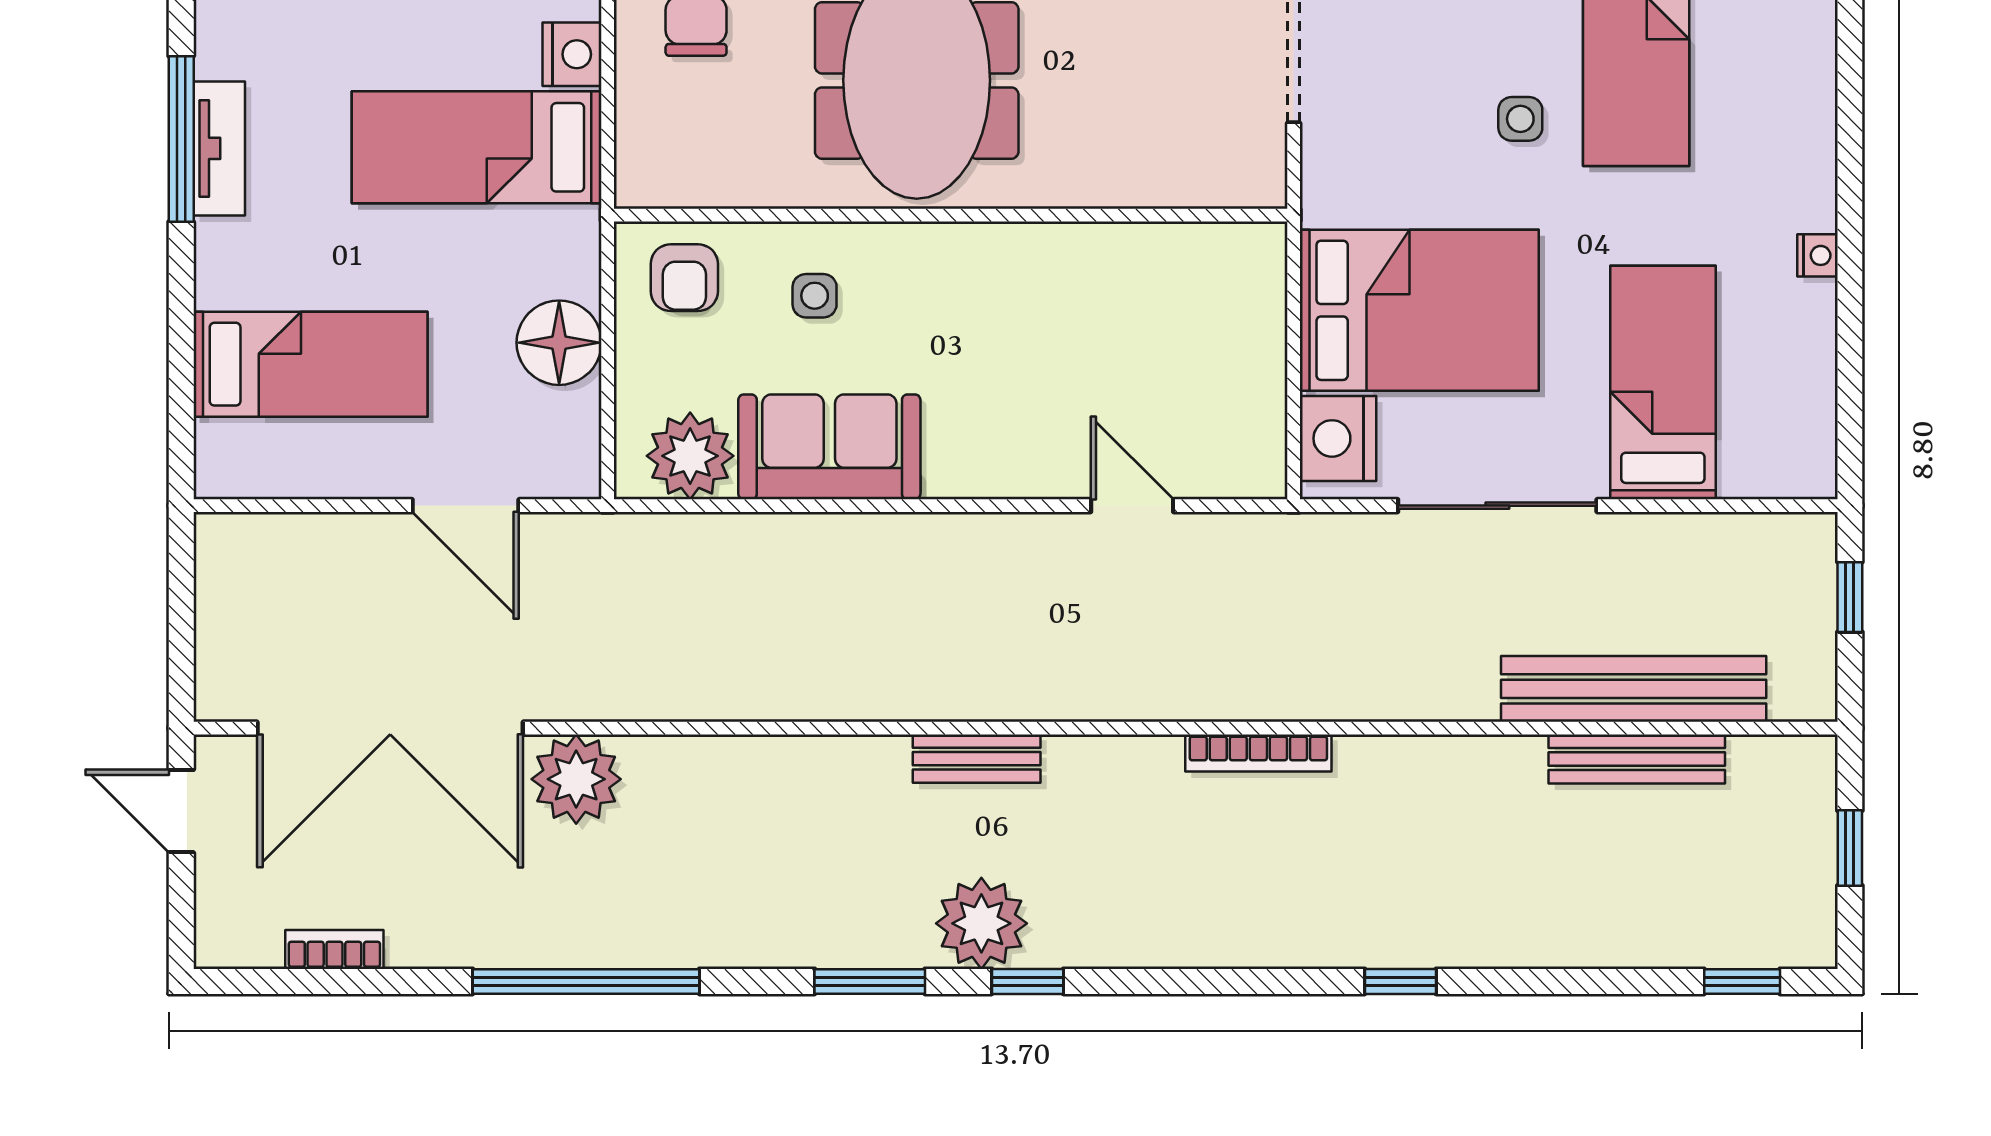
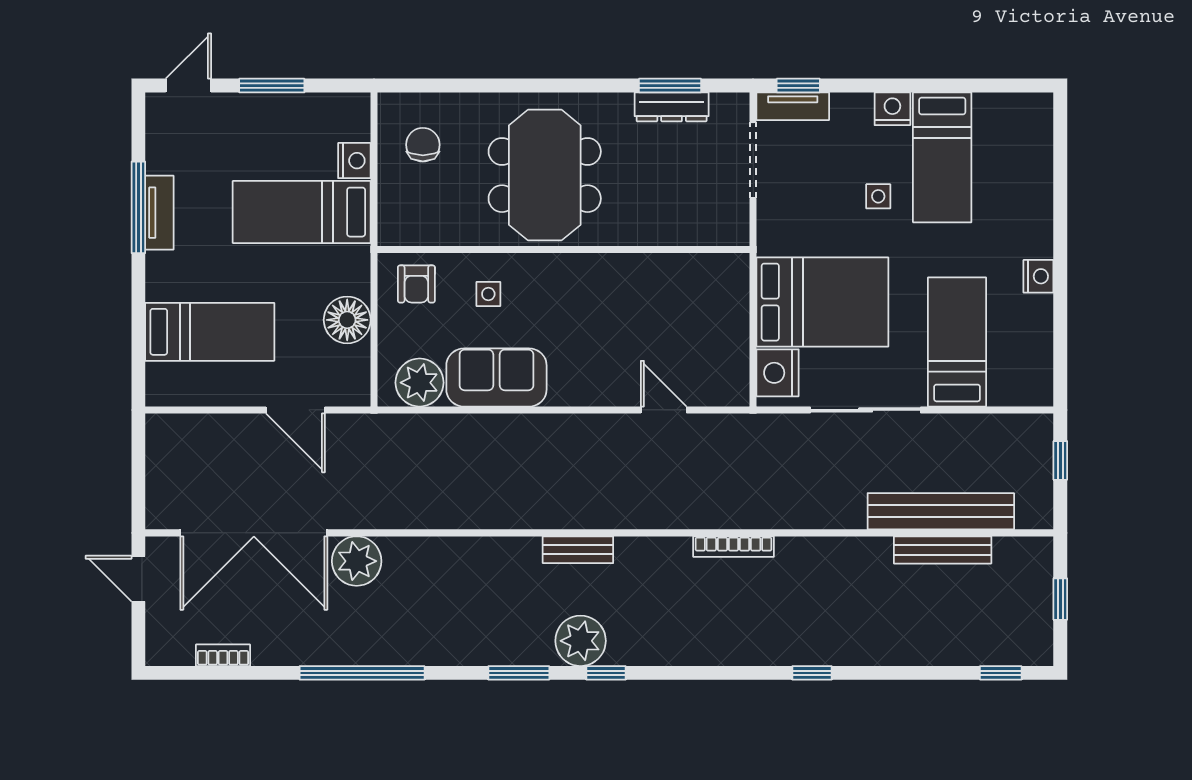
nightstand: (1817, 255) -> (1038, 276), width x1.39, depth x1.35

